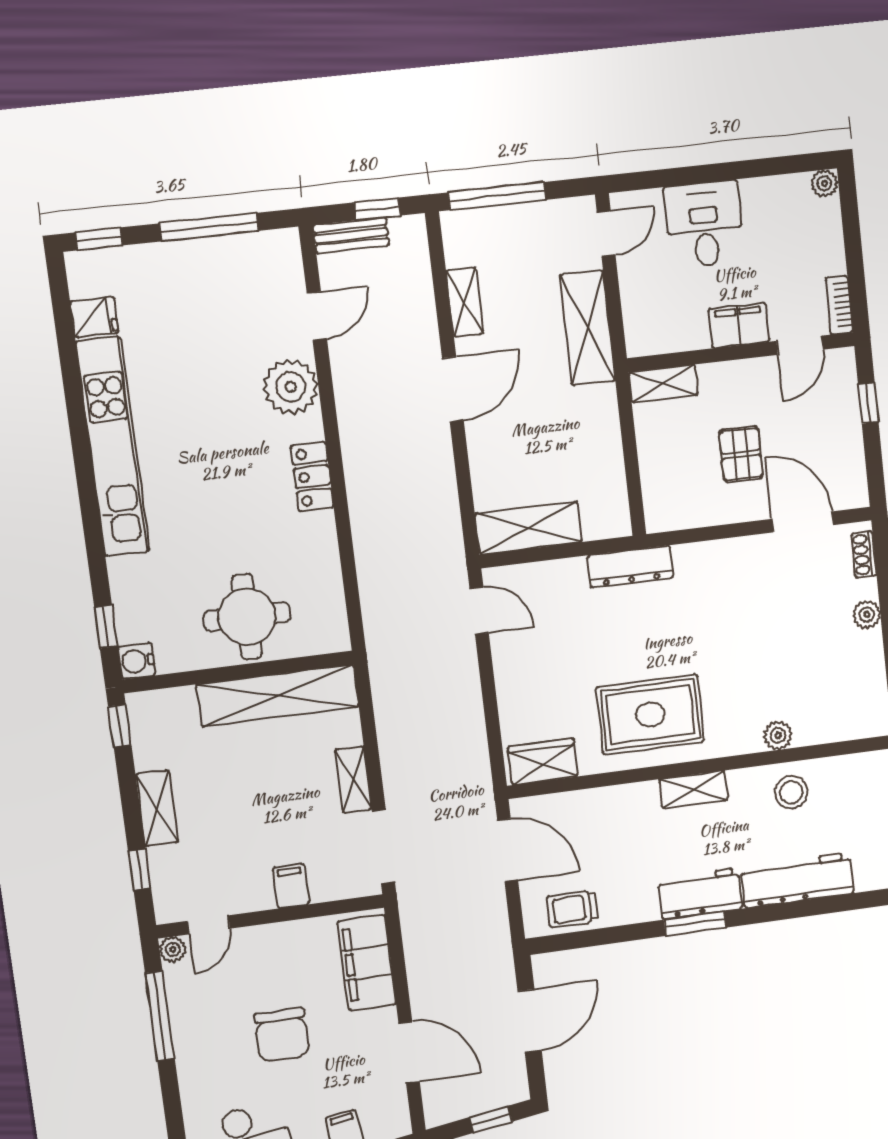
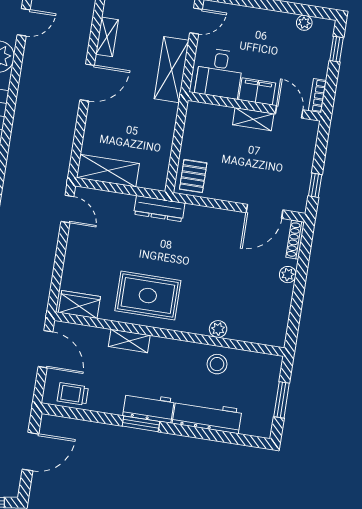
plant: (824, 183) -> (304, 23), moved
window: (850, 218) -> (336, 49), added
desk: (704, 224) -> (219, 73), moved, turned 180
door: (800, 345) -> (289, 112), swing flipped
shelving: (663, 384) -> (253, 119), moved
window: (868, 403) -> (315, 185), moved
pallet: (741, 454) -> (193, 176), moved
door: (803, 522) -> (265, 211), swing flipped
shoe rack: (864, 555) -> (295, 240), width x1.43
shelving: (693, 790) -> (129, 341), moved

